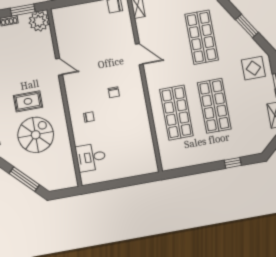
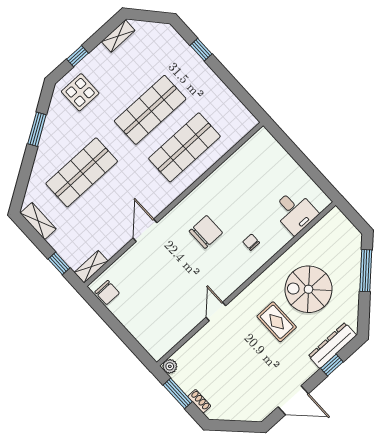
plant: (39, 21) -> (170, 366), width x0.53, depth x0.53
chair: (114, 92) -> (206, 232), width x1.87, depth x1.87

